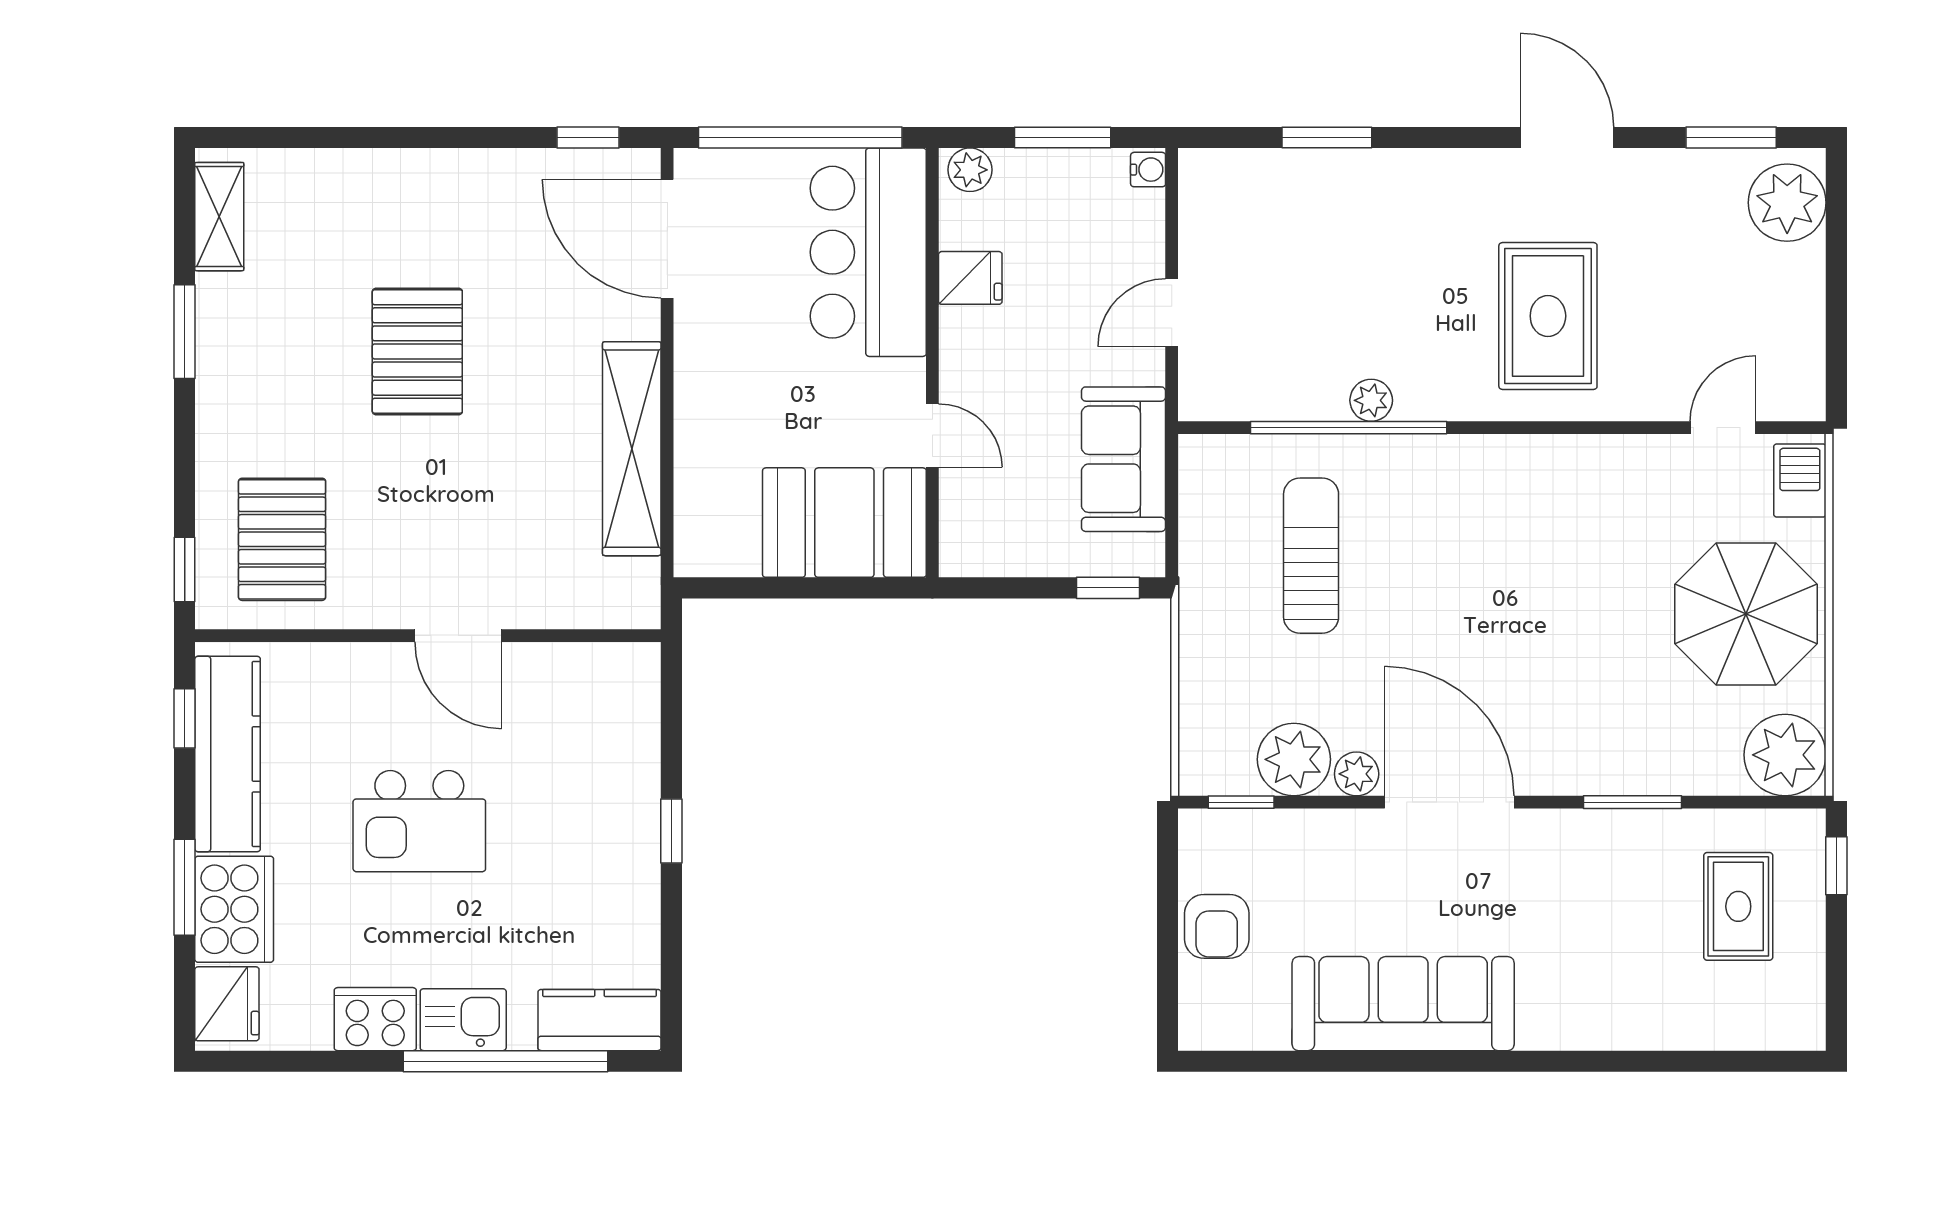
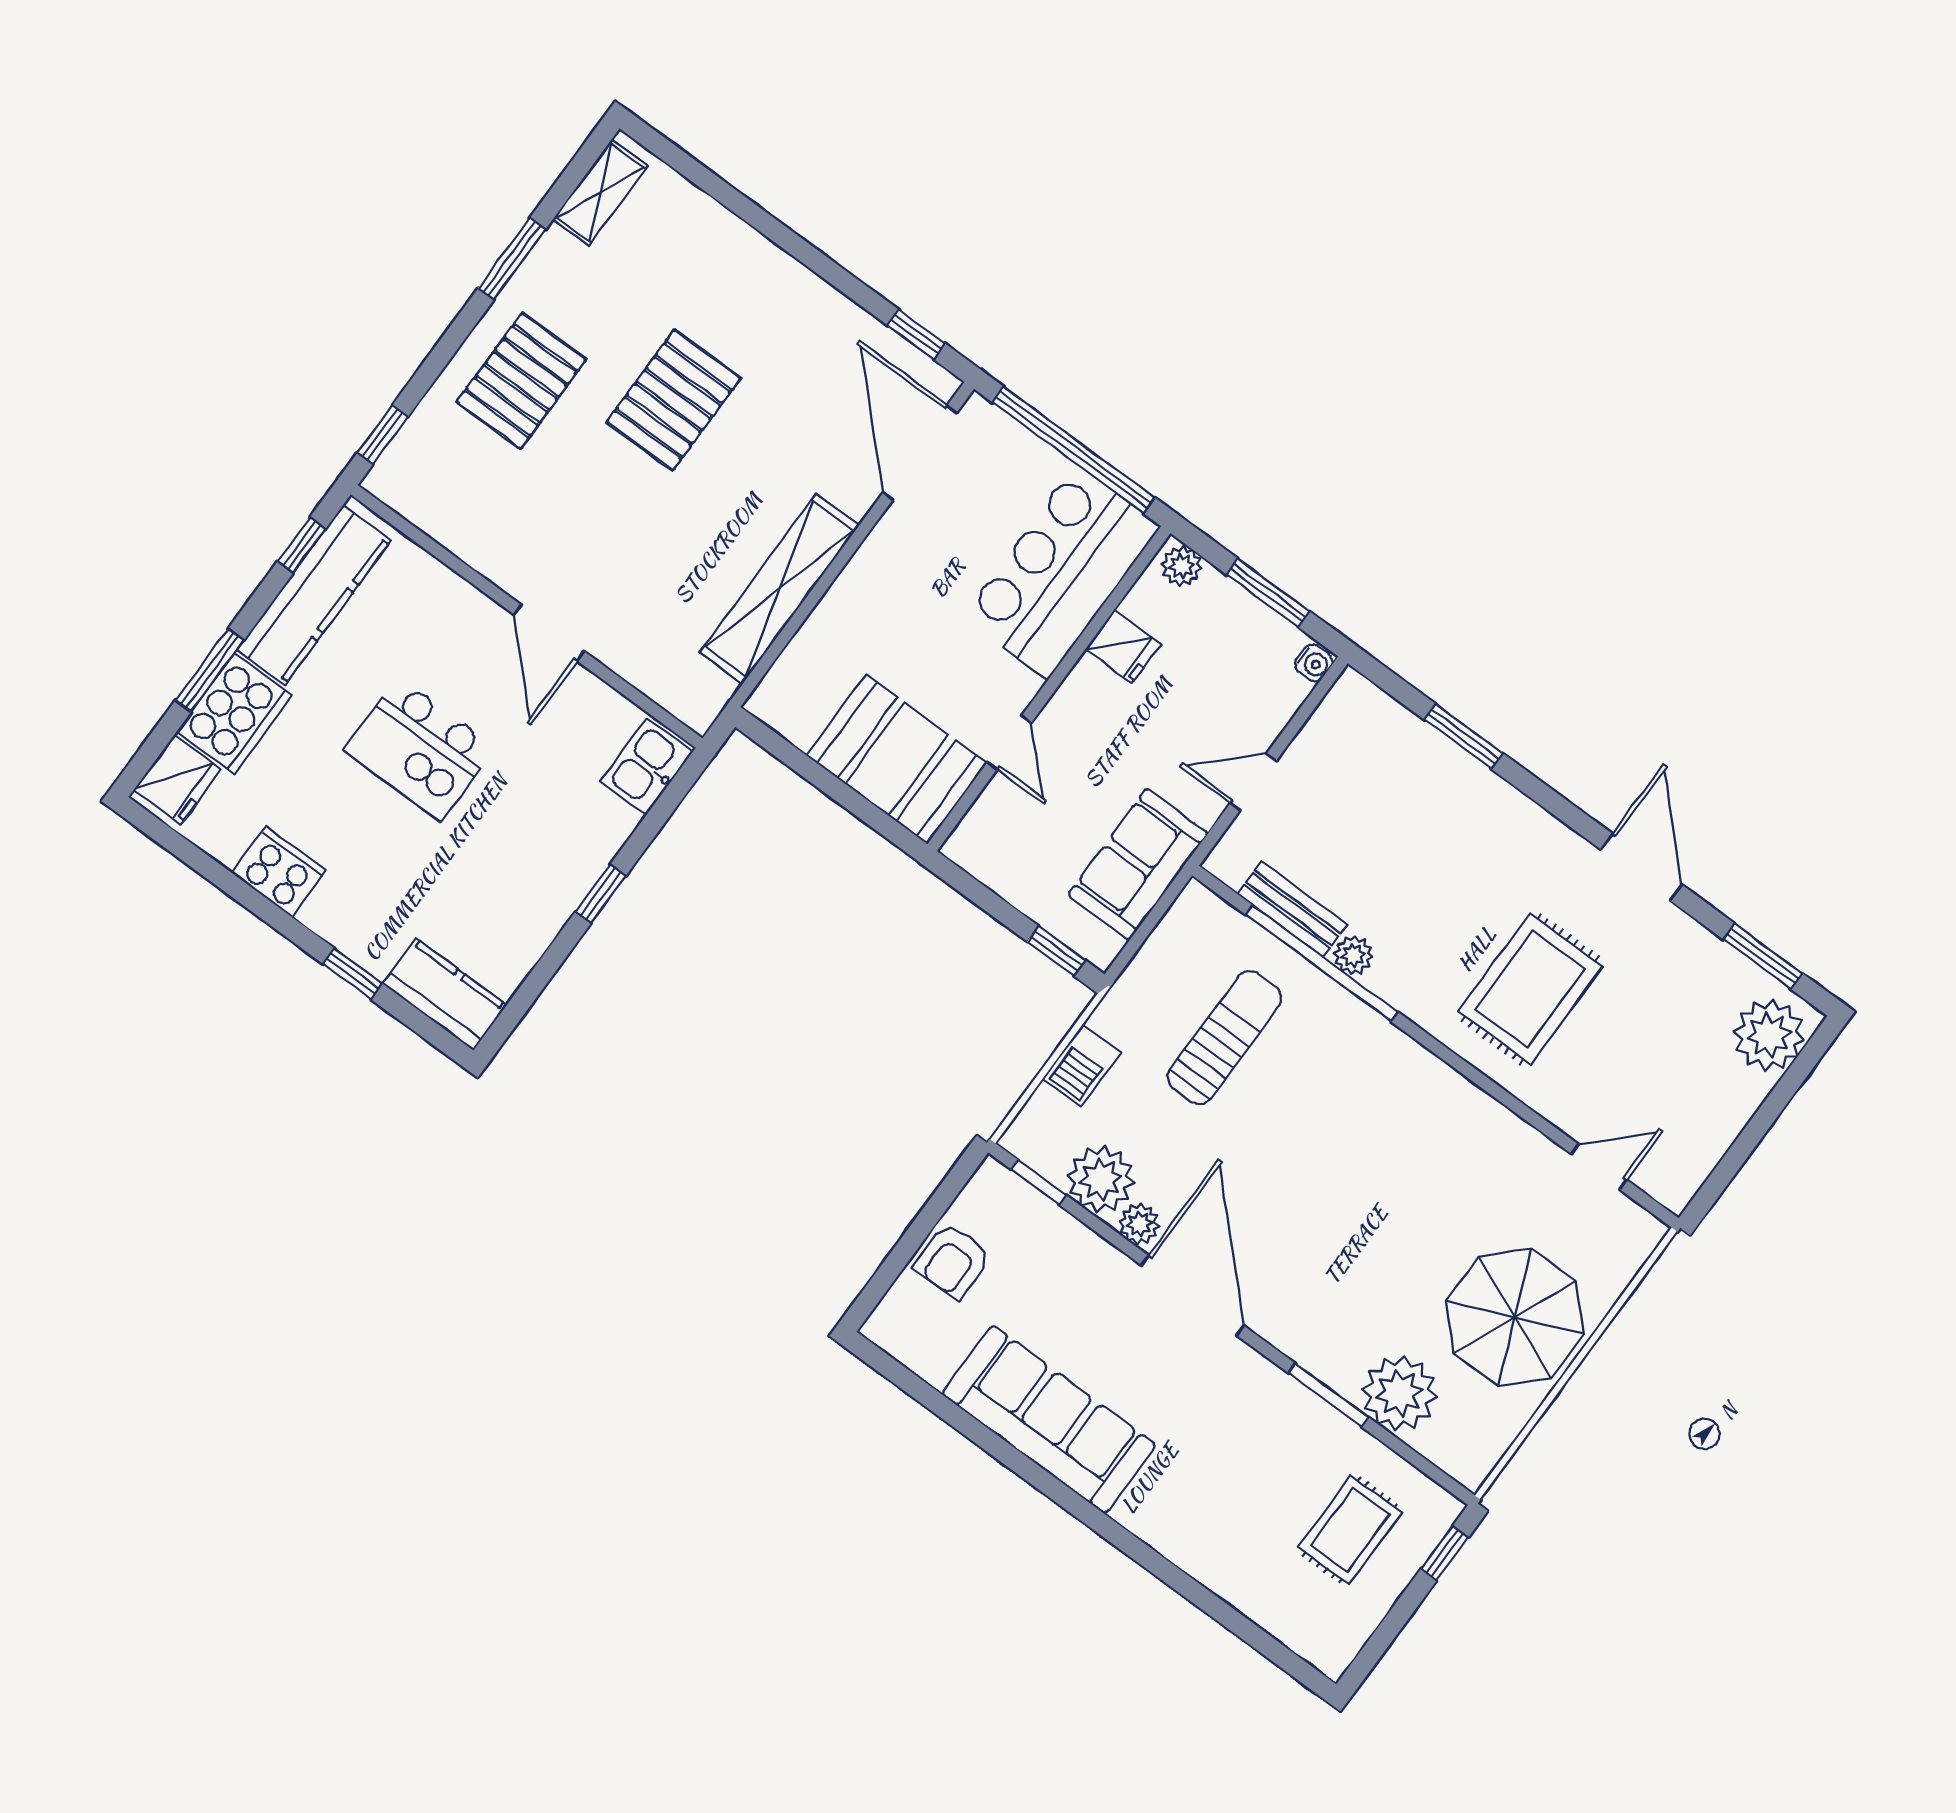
bench: (1288, 399) -> (1292, 909), added
barbecue: (1800, 480) -> (1082, 1065), moved, turned 180
pallet: (282, 539) -> (521, 381), moved
plant: (1785, 755) -> (1399, 1394), moved
kitchen sink: (463, 1020) -> (647, 767), moved, turned -90
window: (505, 1061) -> (353, 974), width x0.32

